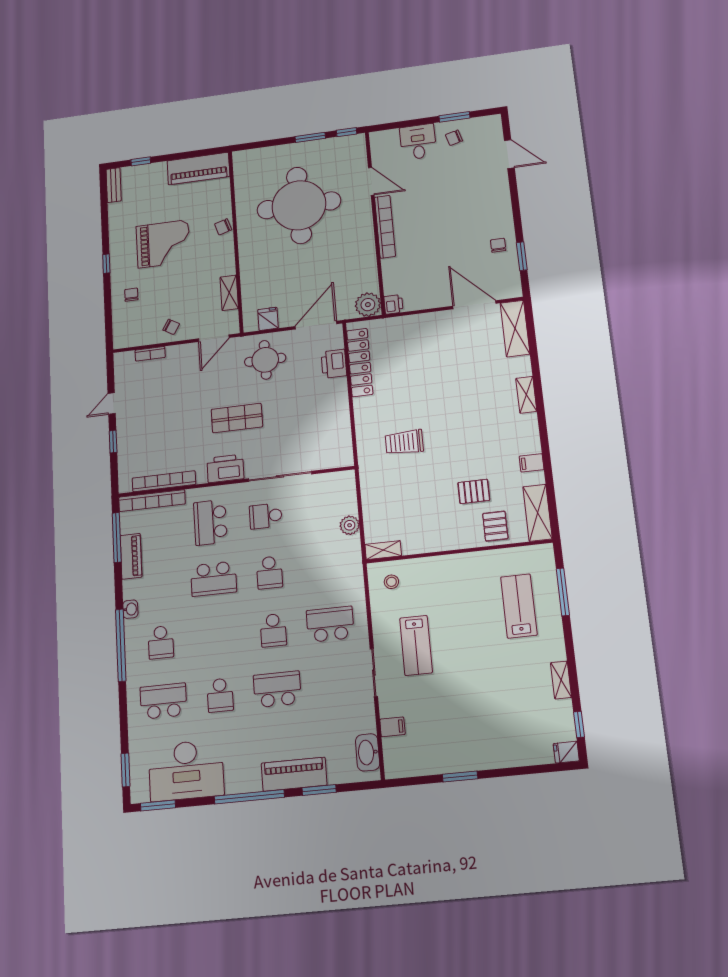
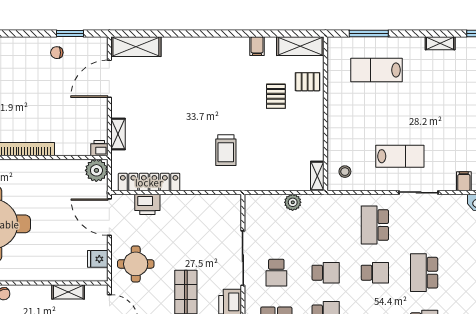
shelving: (526, 395) -> (118, 134), moved, turned 90

